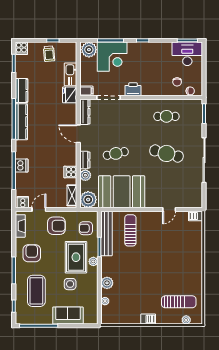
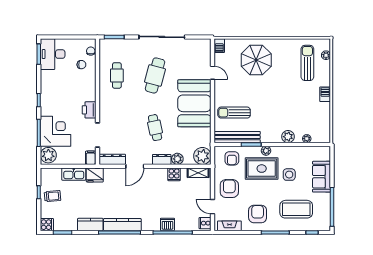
booth: (122, 192) -> (194, 103), moved
parasol: (182, 252) -> (256, 60), added
armchair: (32, 253) -> (258, 214), turned 90

